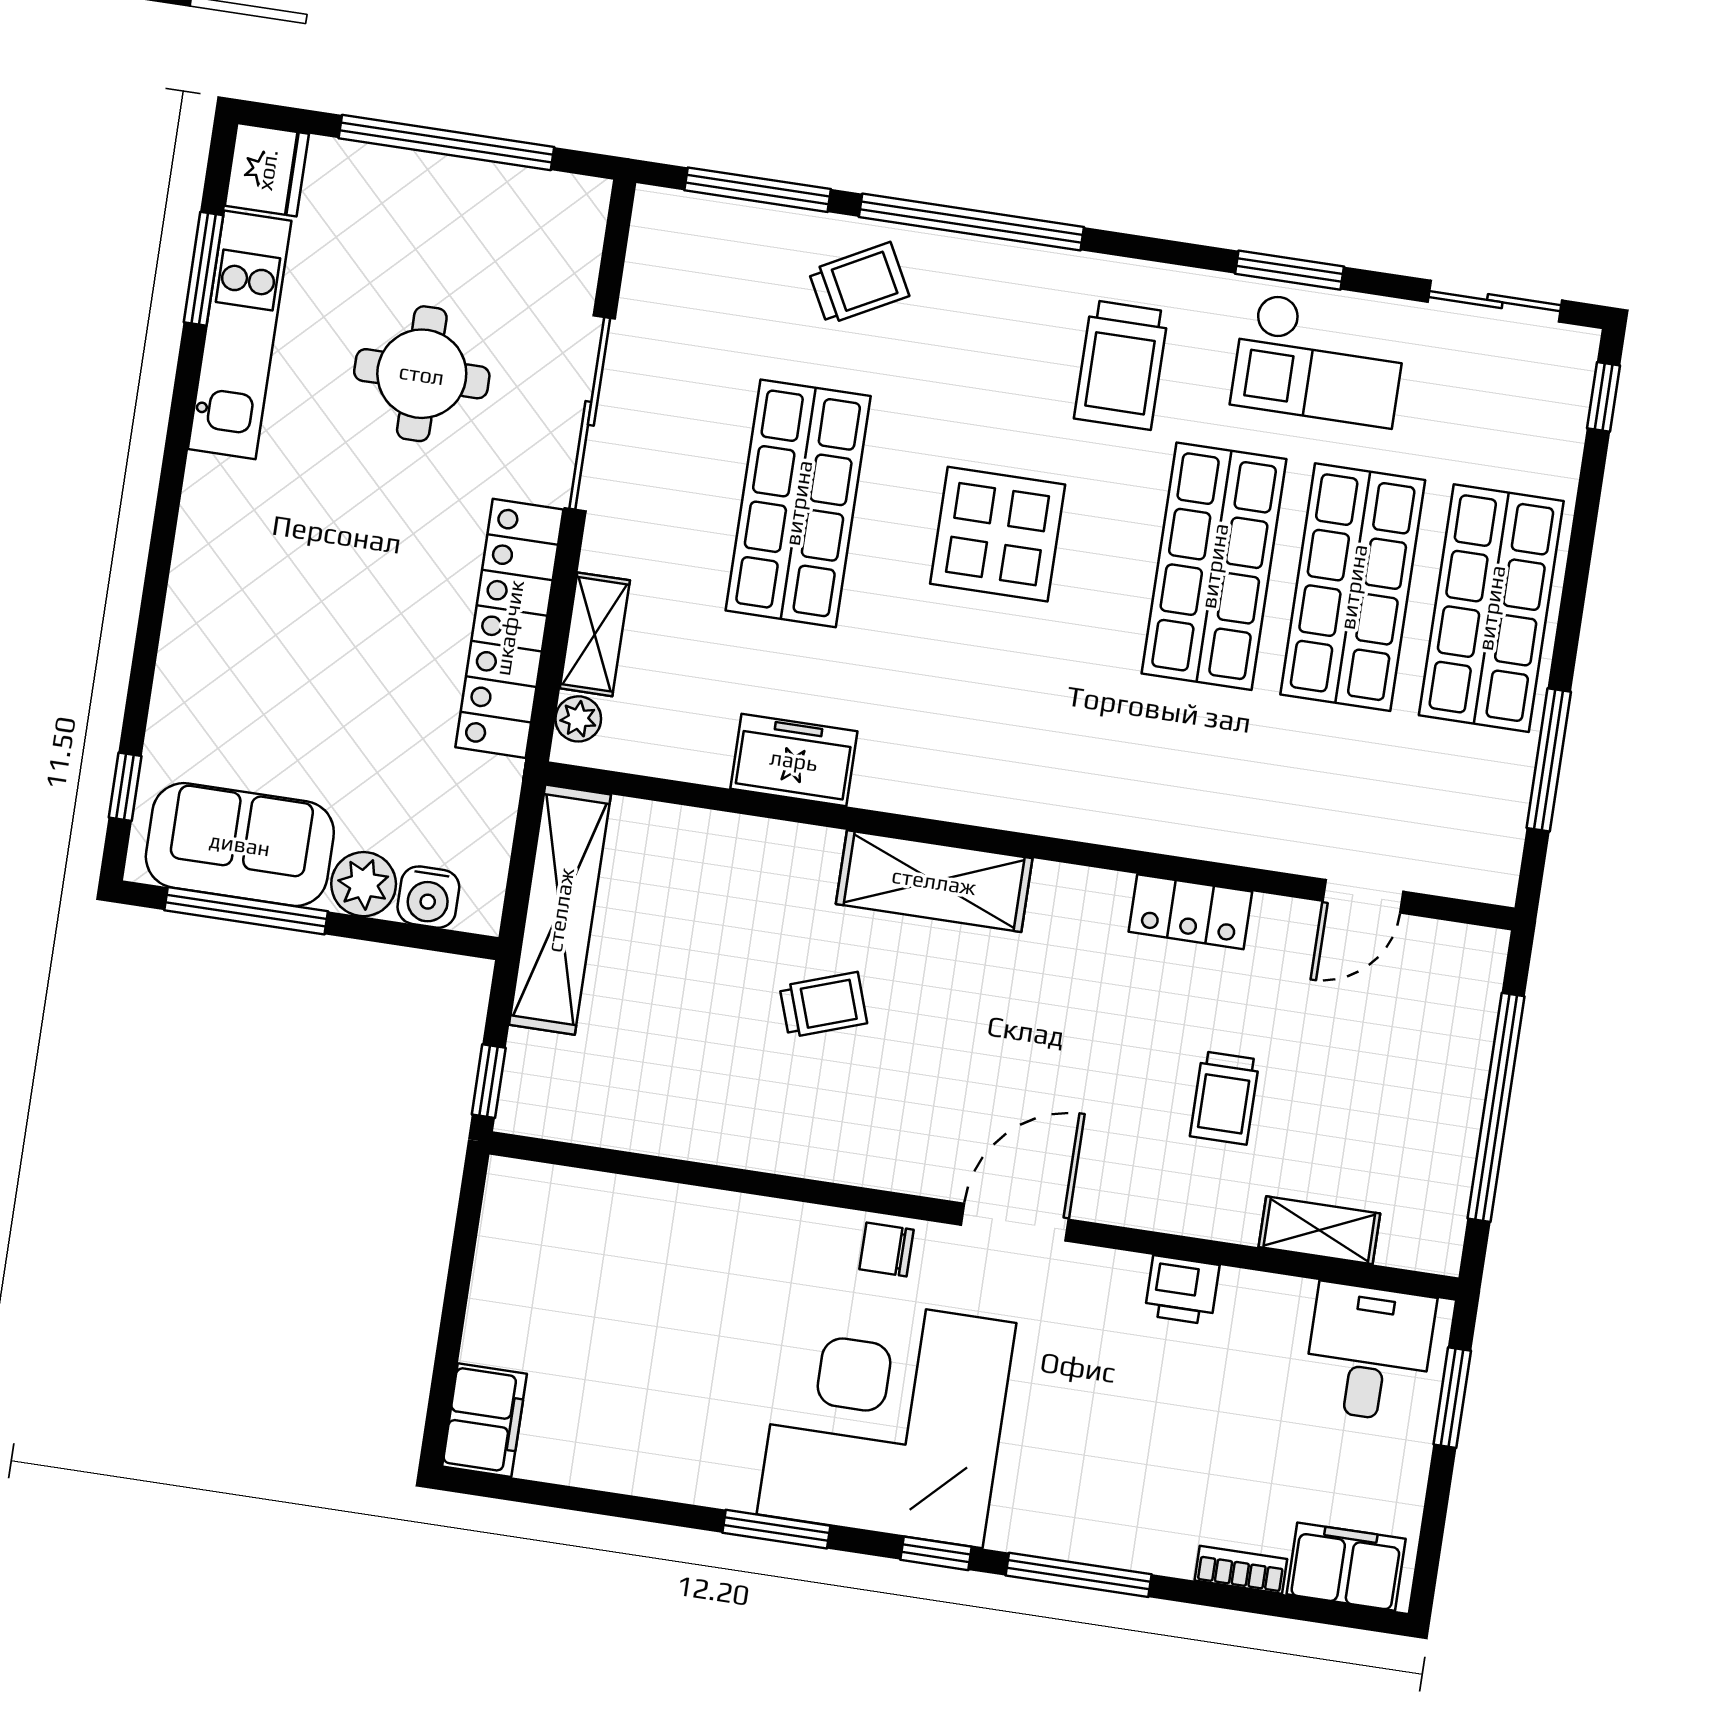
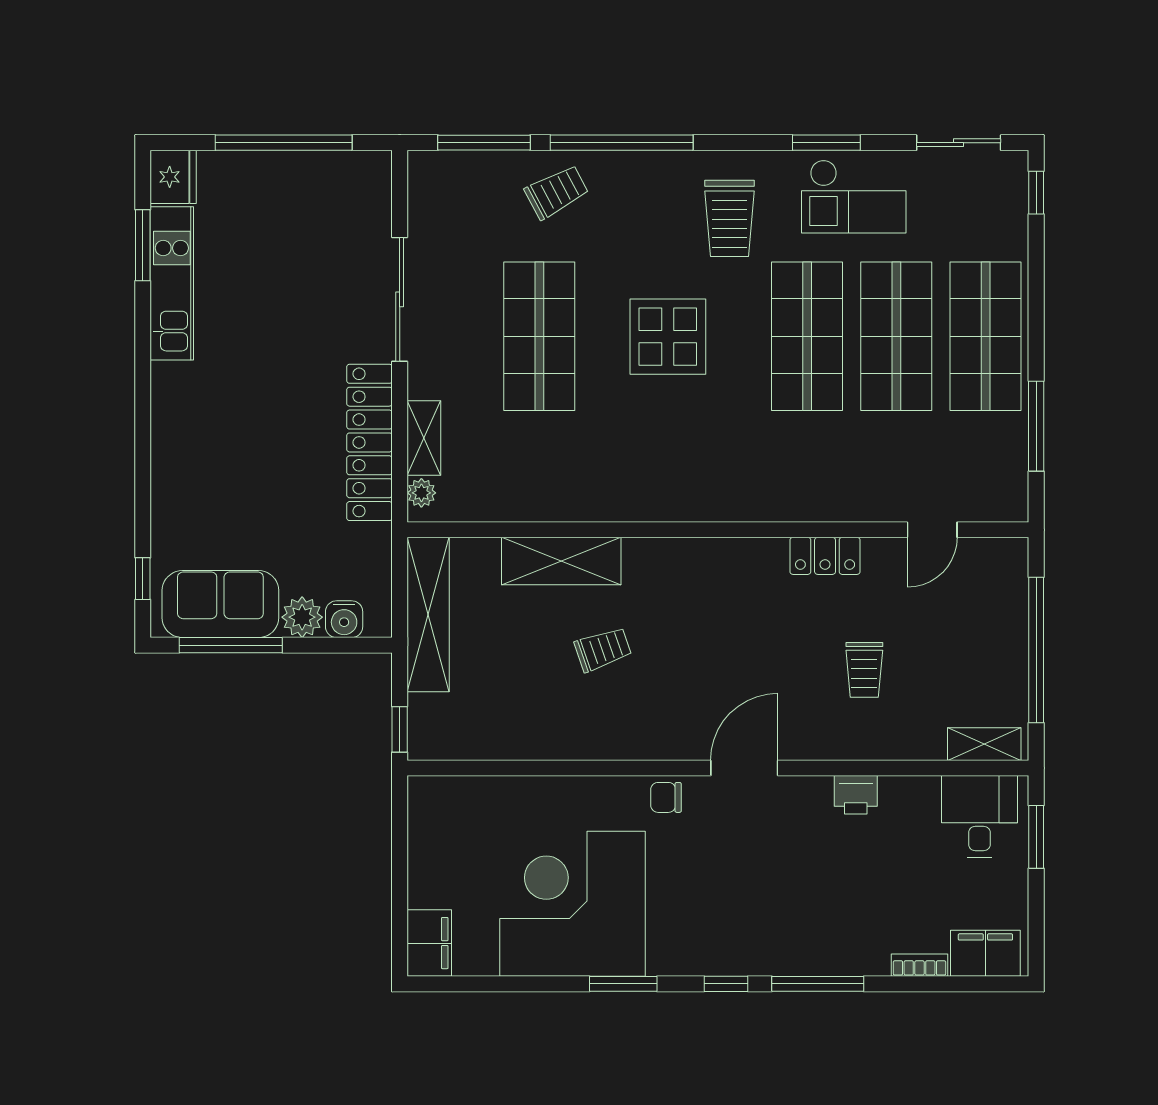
round table: (422, 374) -> (290, 290), removed
freezer: (794, 760) -> (561, 498), removed
shelving: (934, 881) -> (561, 561), moved
shelving: (1319, 1230) -> (984, 744), moved
corner desk: (887, 1419) -> (572, 904), moved

